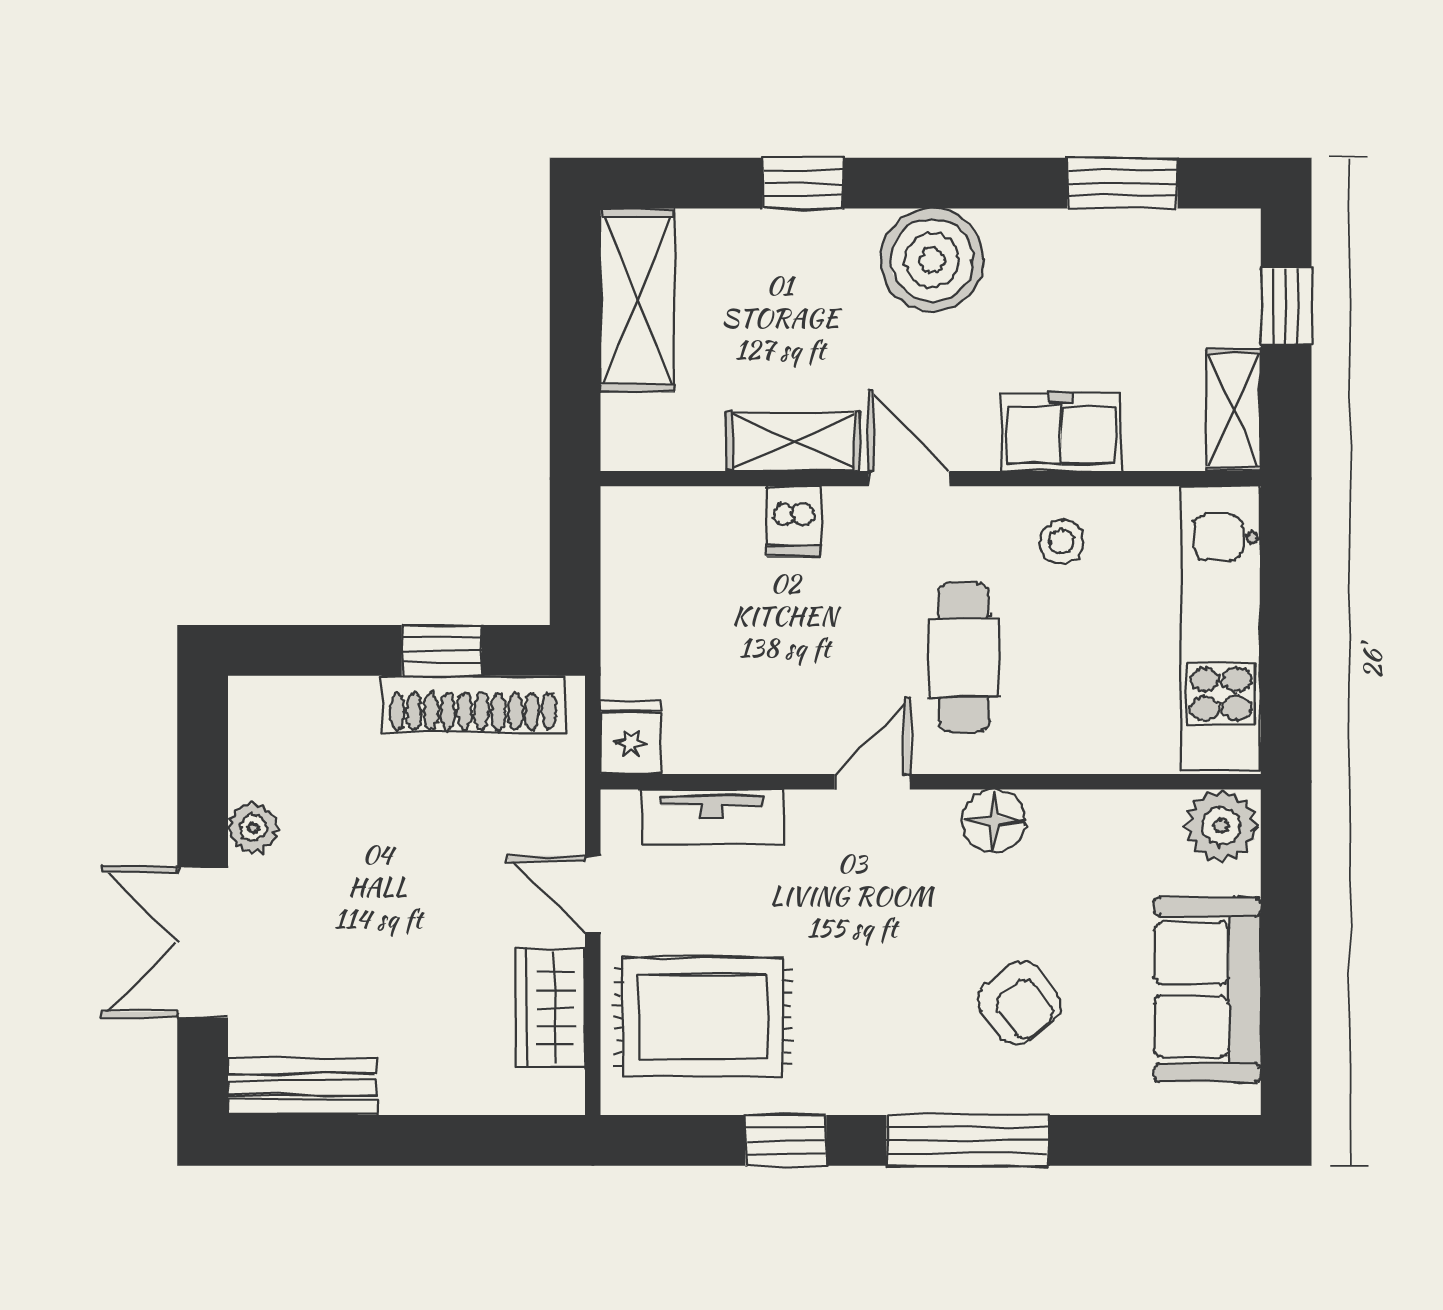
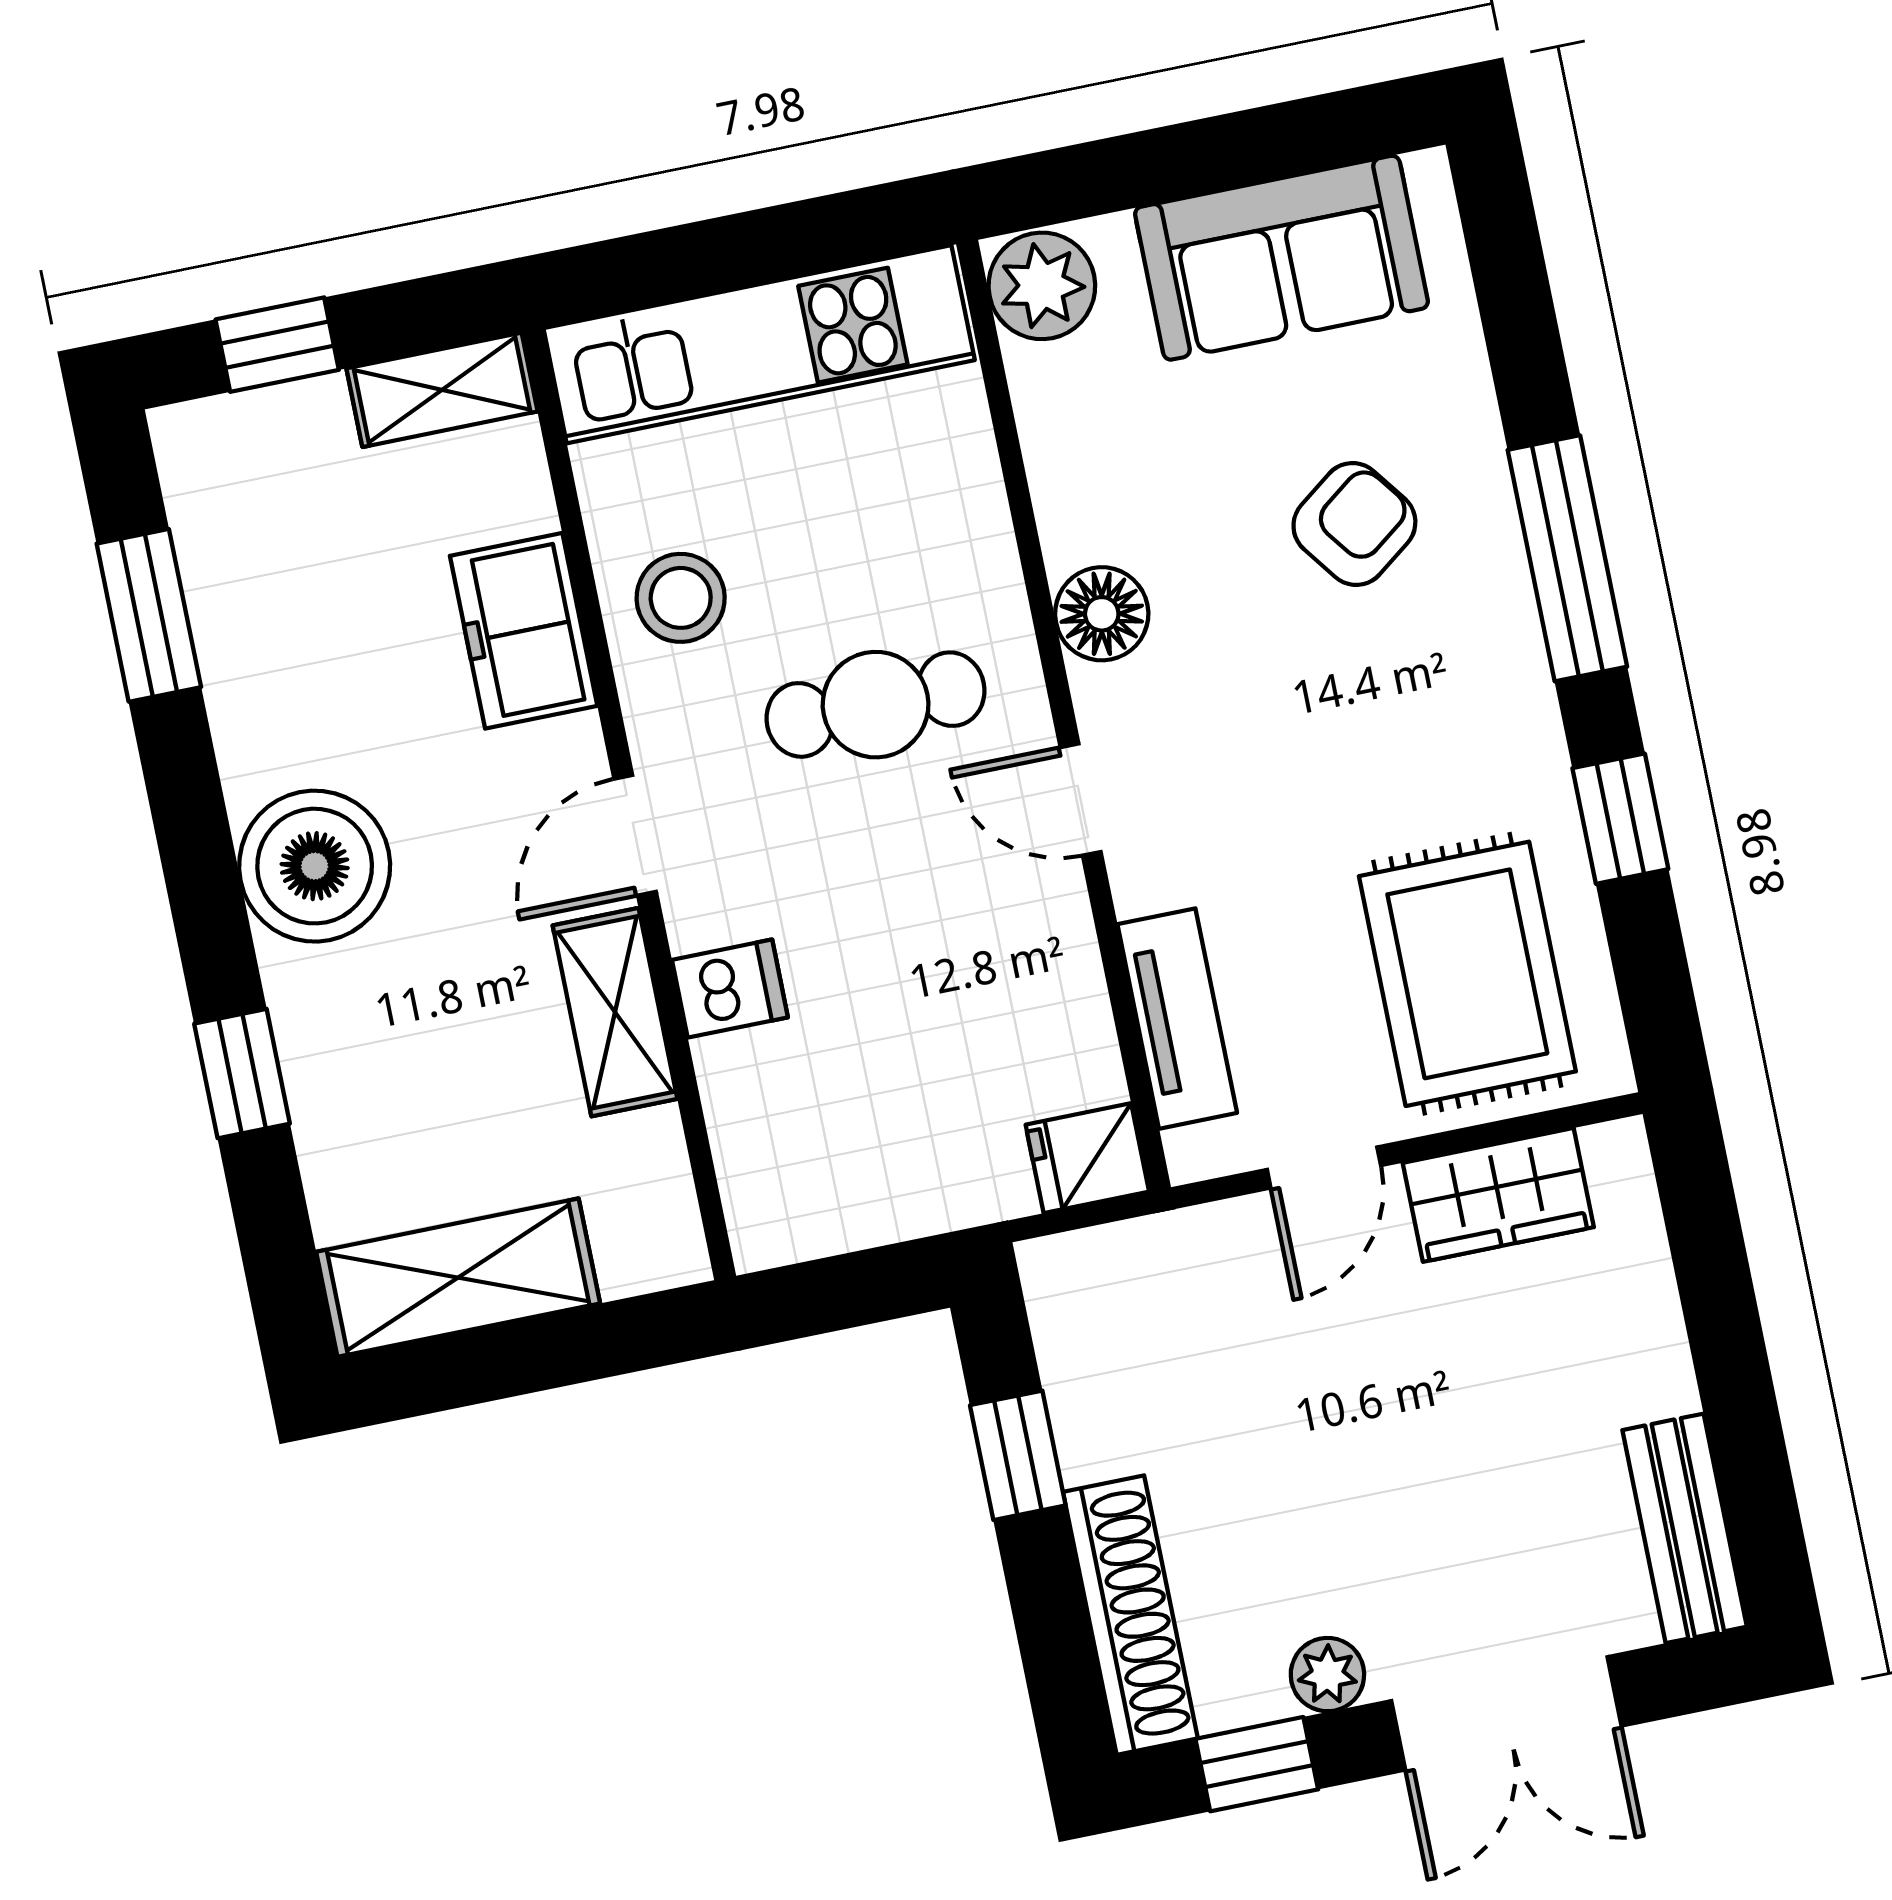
stool: (1062, 542) -> (681, 598), width x1.37, depth x1.37
shoe rack: (473, 704) -> (1130, 1615), moved
window: (203, 768) -> (1257, 1764), added

